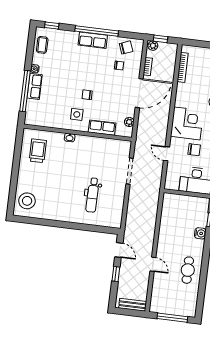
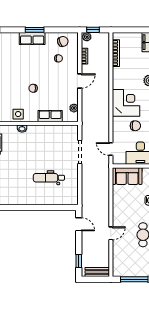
window: (97, 31) -> (35, 30), width x0.47
door: (139, 93) -> (80, 81), width x0.53
side table: (77, 114) -> (18, 114), moved
door: (166, 154) -> (111, 149), moved
dental chair: (92, 195) -> (49, 178), turned 90
sofa: (178, 204) -> (127, 176), added
door: (153, 264) -> (111, 233), hinge flipped
window: (116, 274) -> (79, 261), moved

